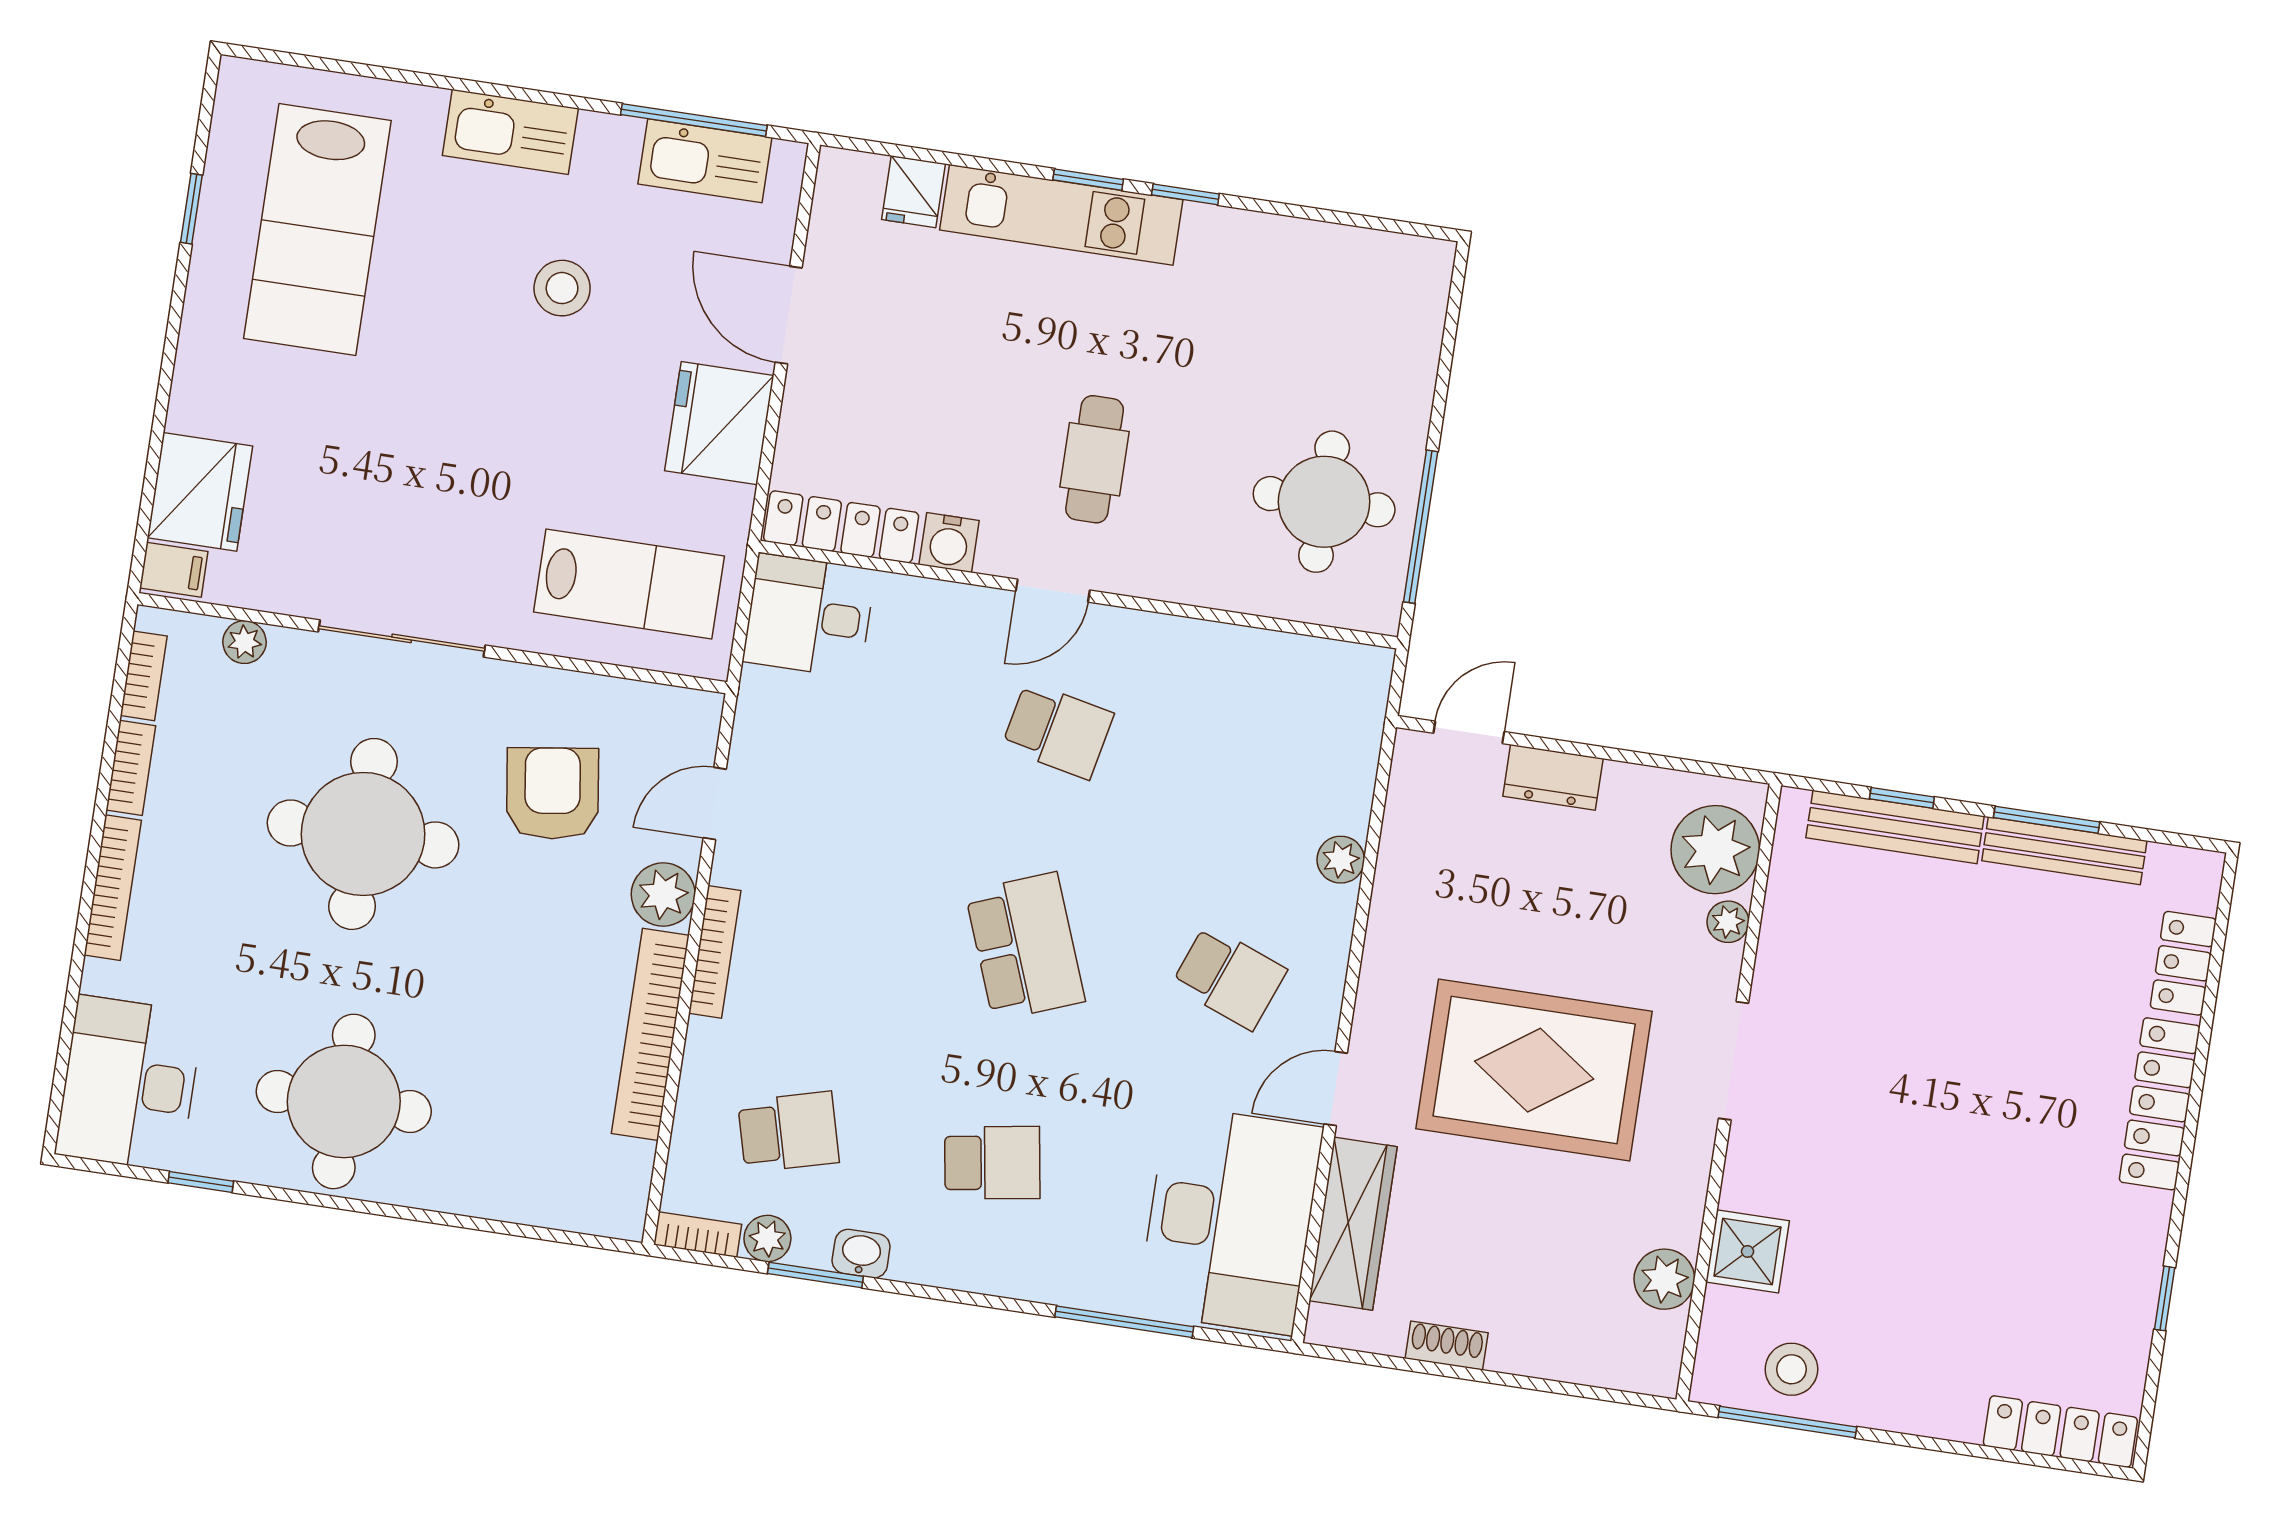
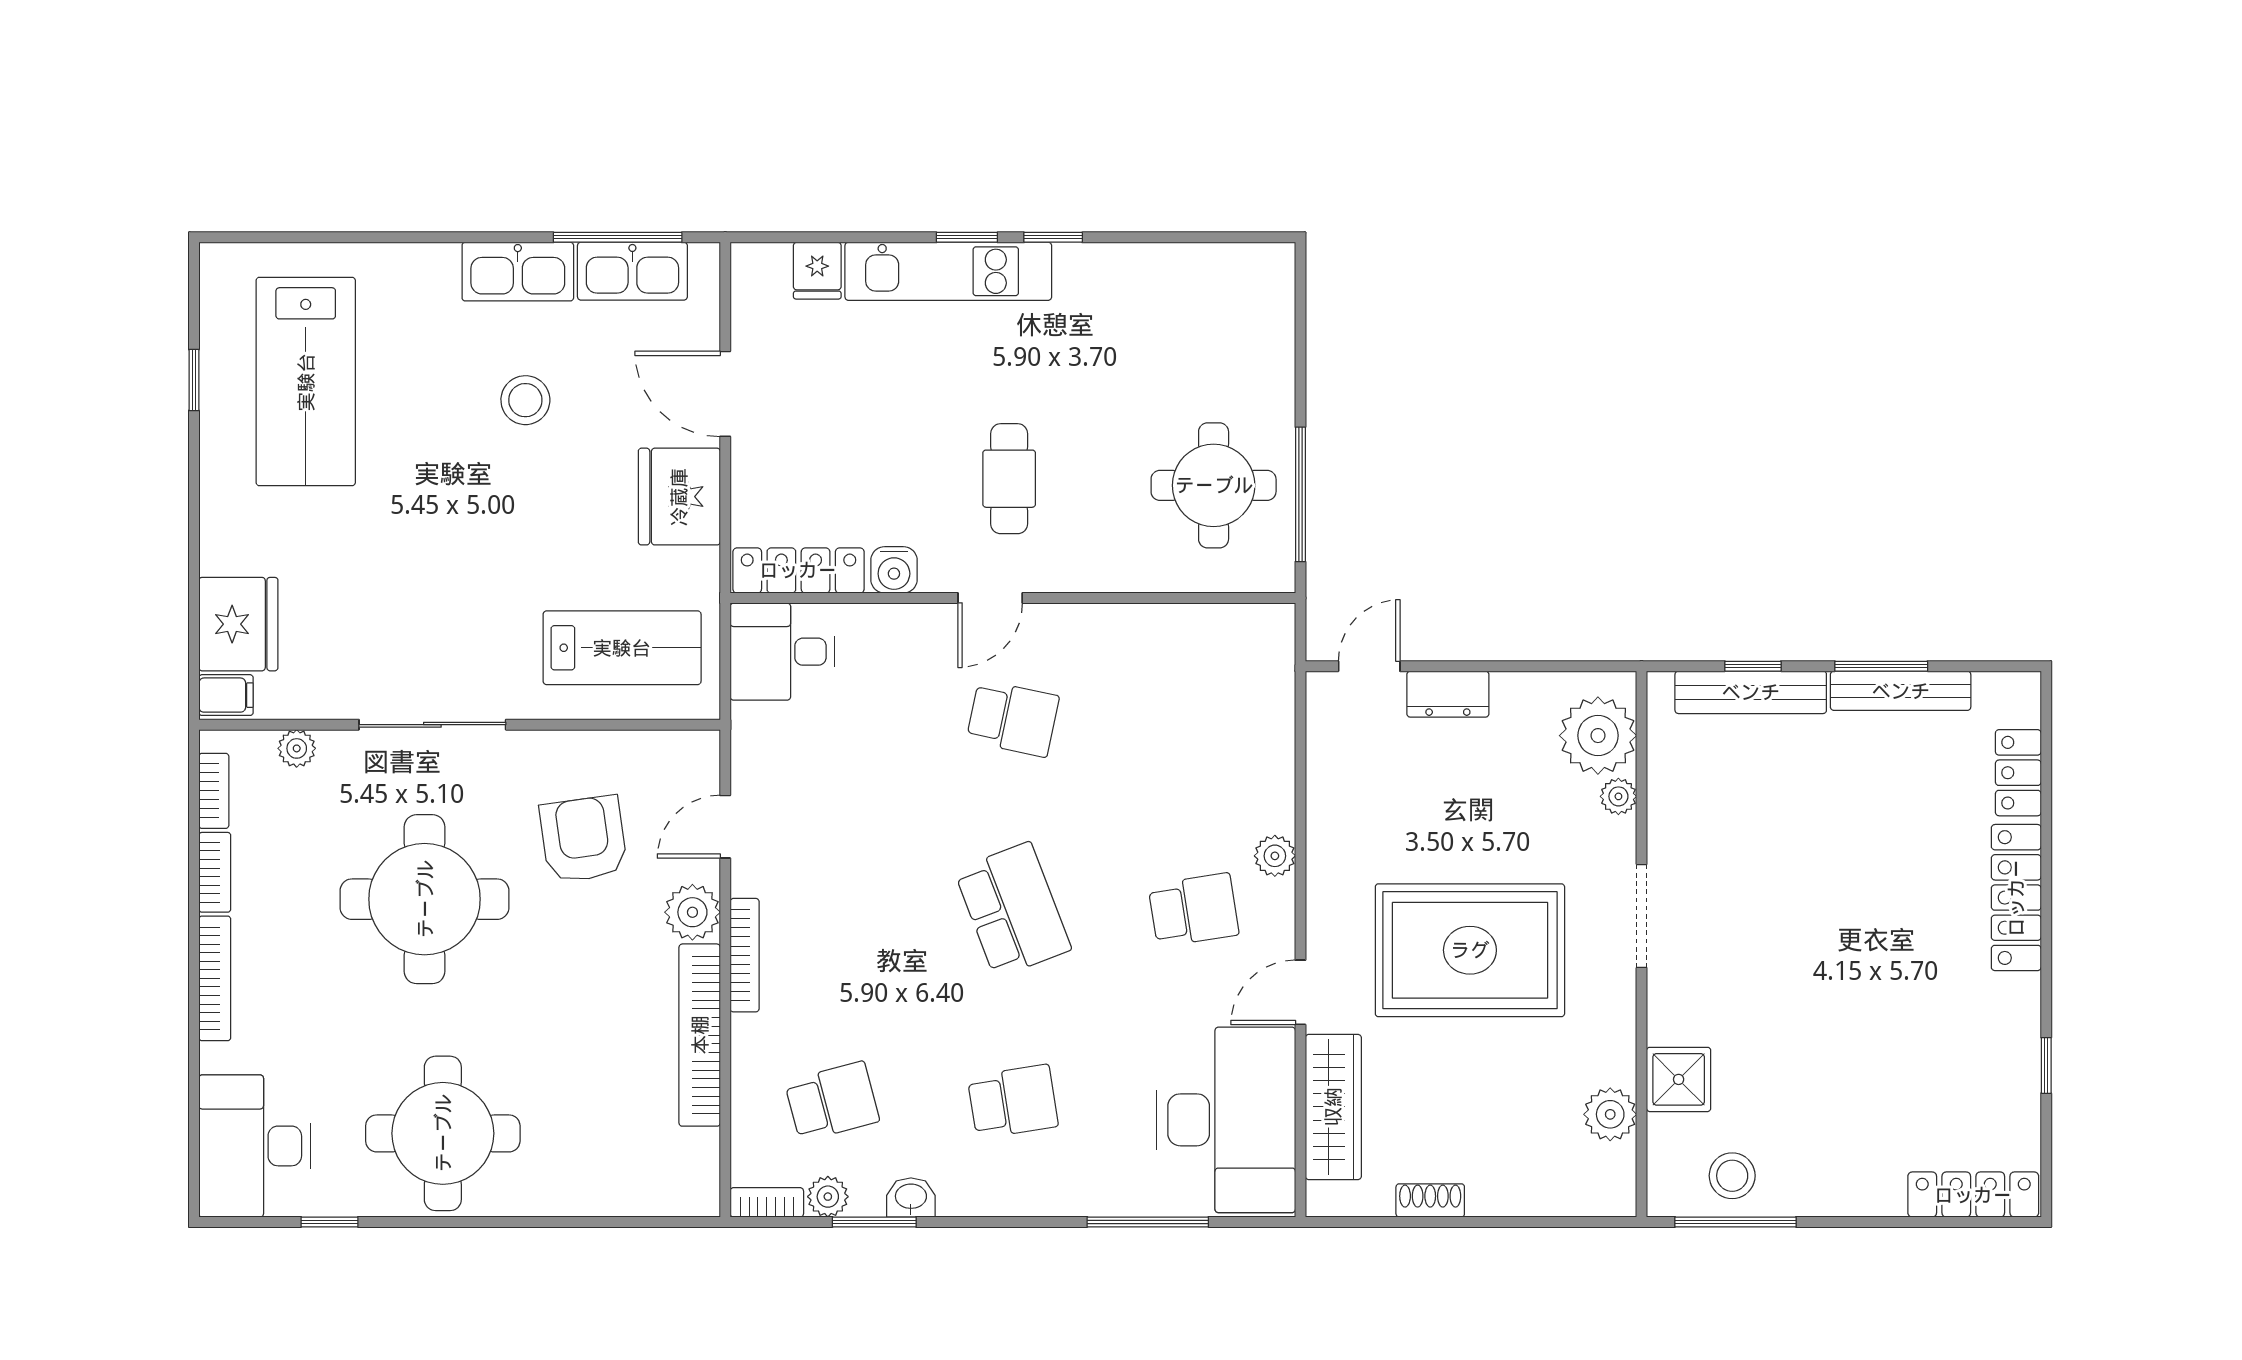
kitchen sink: (510, 132) -> (518, 272), moved
plant: (1341, 860) -> (1275, 856), moved
school desk: (1229, 977) -> (1194, 910), turned -30

